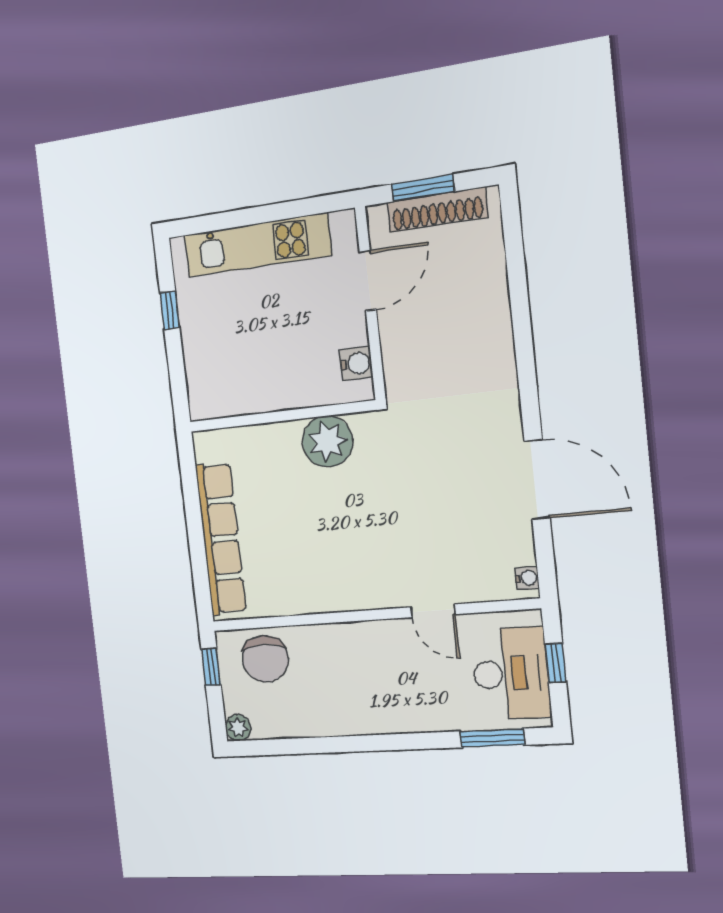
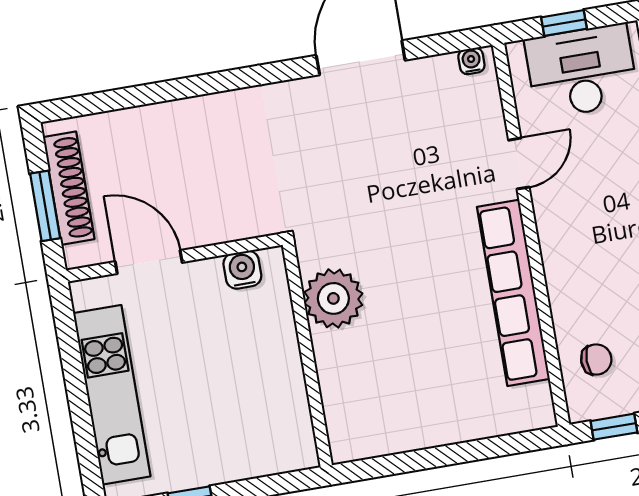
row of seats: (221, 539) -> (513, 293), moved, turned -90
chair: (265, 659) -> (596, 359), width x0.54, depth x0.54

